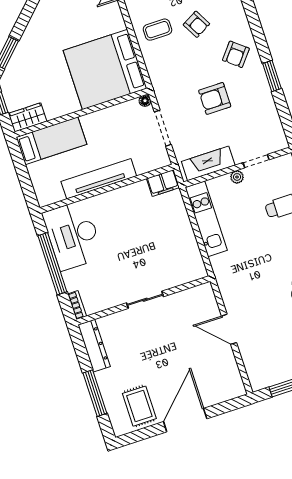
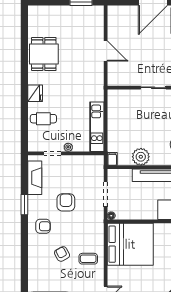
armchair: (236, 54) -> (43, 226), turned 51
armchair: (215, 98) -> (66, 202), turned -90
fireplace: (208, 163) -> (35, 178), moved, turned -90
filing cabinet: (163, 183) -> (112, 159), width x0.50
plant: (131, 197) -> (141, 157), added

